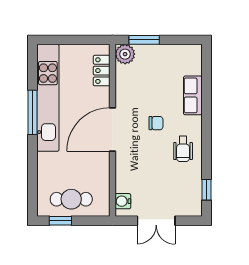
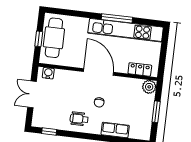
window: (144, 40) -> (156, 112), moved
cafe table: (71, 199) -> (54, 38), width x1.37, depth x1.35
window: (60, 221) -> (39, 39), moved

